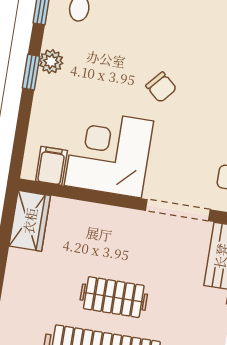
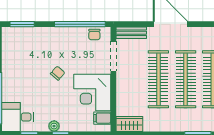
clothes rail: (114, 297) -> (158, 79), width x1.86, depth x1.31

